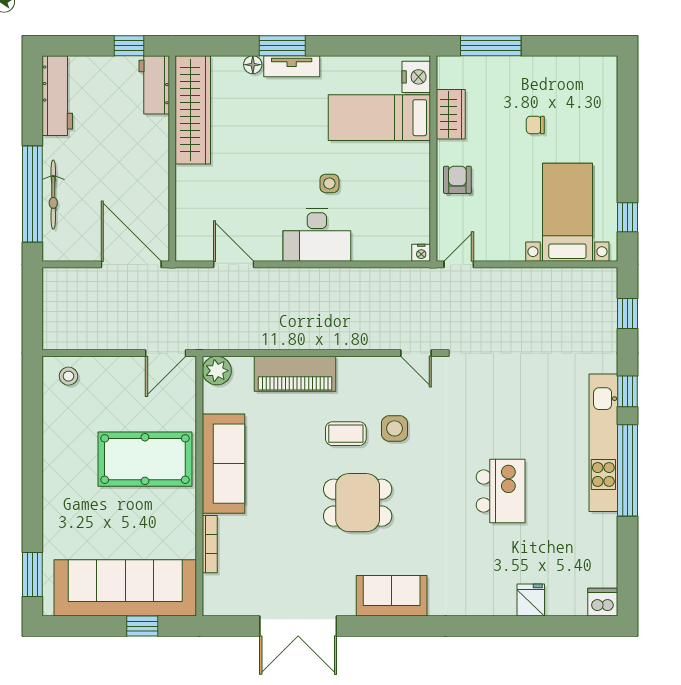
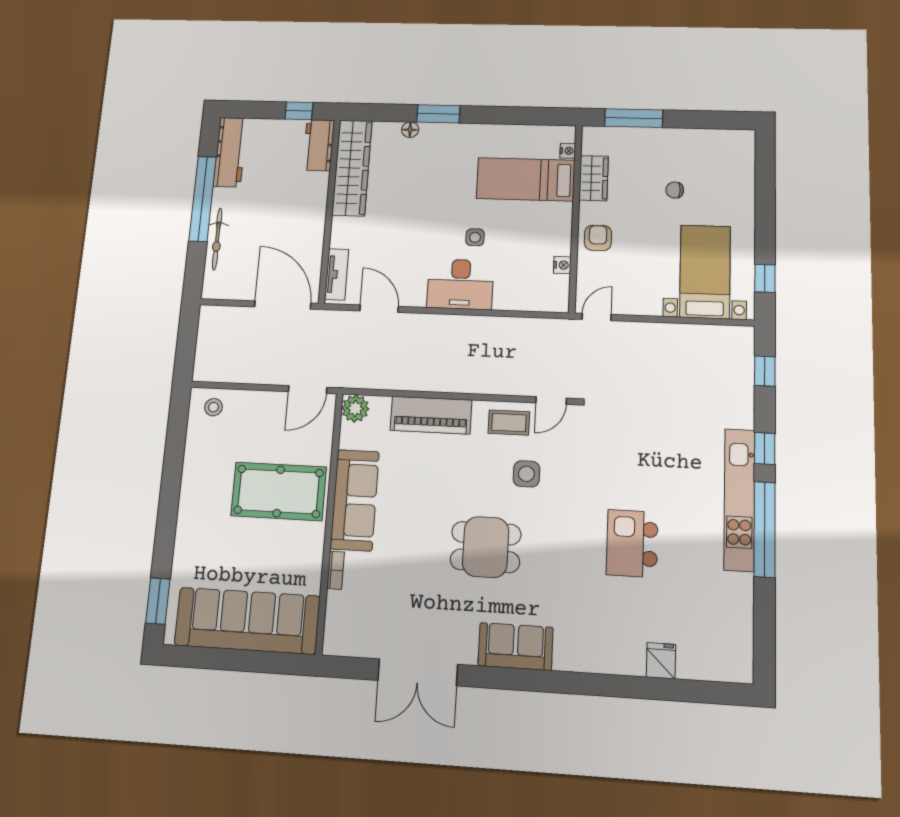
tv unit: (292, 66) -> (337, 274), moved, turned -90
nightstand: (416, 77) -> (568, 151), width x0.53, depth x0.56
window: (32, 194) -> (203, 199), moved
nightstand: (421, 253) -> (562, 265), moved, turned -90
door: (416, 353) -> (551, 400), hinge flipped
coffee table: (346, 434) -> (509, 423), moved
kitchen island: (501, 491) -> (632, 543), turned 180
bookcase: (210, 544) -> (336, 570), width x0.64
dishwasher: (603, 602) -> (738, 668), removed
window: (142, 626) -> (260, 662), removed

